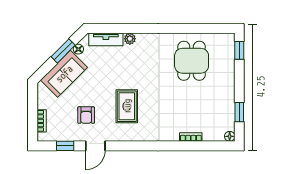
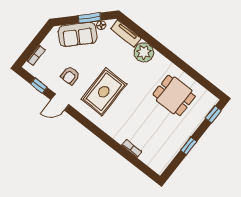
plant: (130, 39) -> (144, 52), width x1.88, depth x1.88
dining table: (192, 61) -> (174, 95), turned 90
rug: (127, 106) -> (104, 92), width x1.36, depth x1.43
window: (239, 112) -> (189, 146), moved
floor lamp: (230, 136) -> (159, 169), removed

